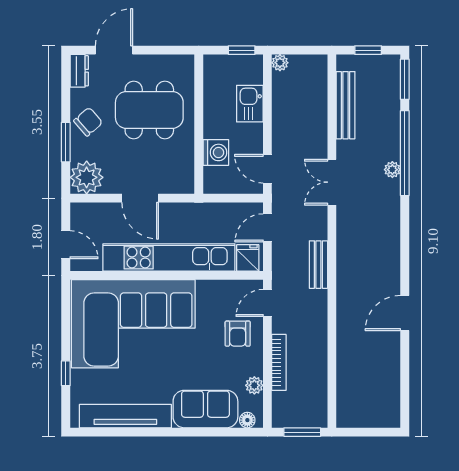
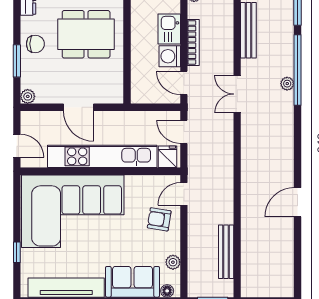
chair: (88, 122) -> (35, 44), turned 41
washing machine: (216, 152) -> (170, 56), moved, turned 180
plant: (87, 177) -> (28, 96), width x0.53, depth x0.53
door: (267, 228) -> (184, 132), hinge flipped
bench: (318, 265) -> (226, 252), moved, width x1.36
armchair: (238, 334) -> (159, 219), turned 99
bookcase: (279, 362) -> (193, 42), moved

